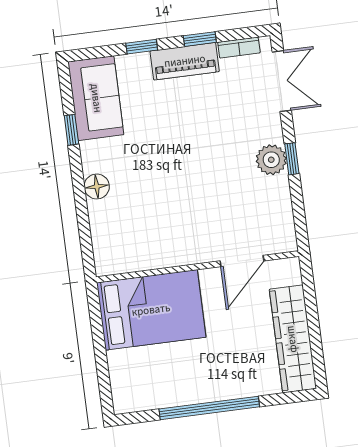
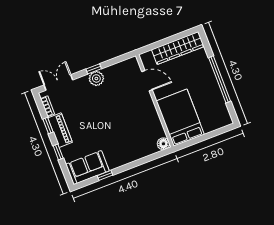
floor lamp: (97, 186) -> (163, 144), moved

